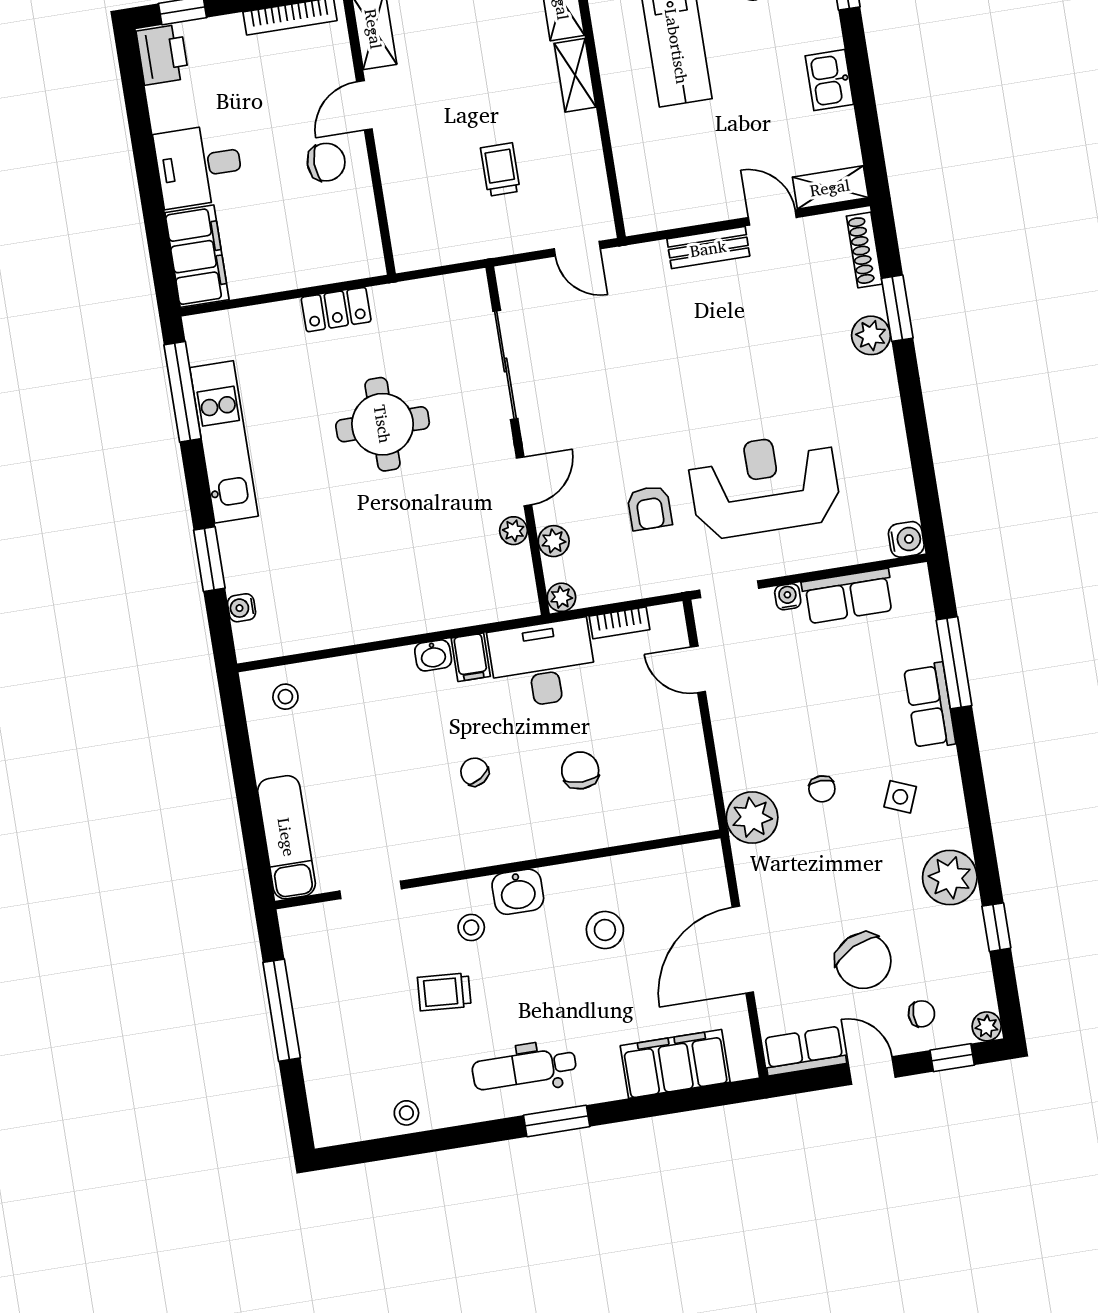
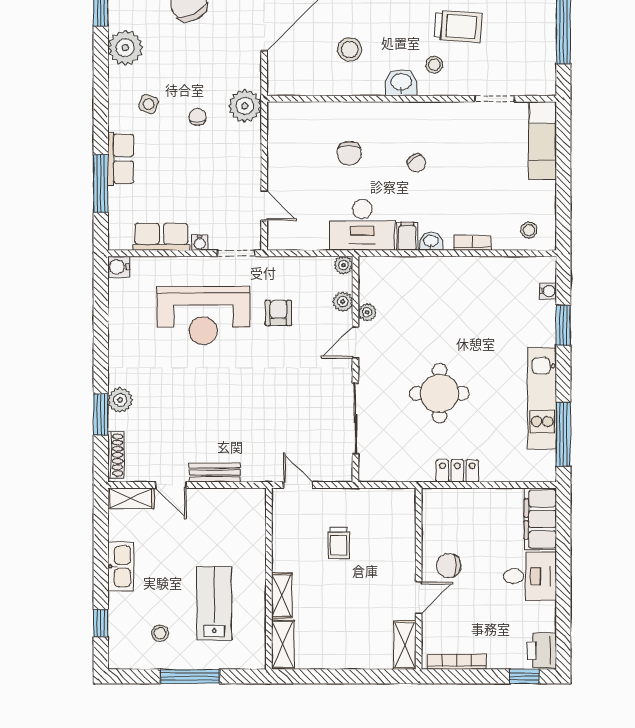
kitchen sink: (829, 80) -> (121, 566), width x1.38
bookcase: (620, 623) -> (472, 243), moved
trolley: (444, 992) -> (458, 26), width x1.36, depth x1.39

